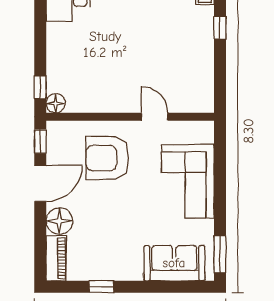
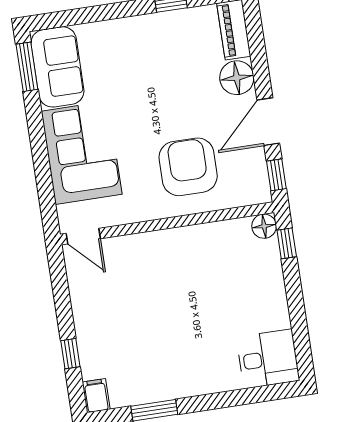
door: (155, 117) -> (83, 236), moved
armchair: (107, 158) -> (188, 167), turned -90
sofa: (174, 263) -> (57, 67), moved, turned -90

